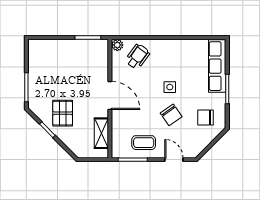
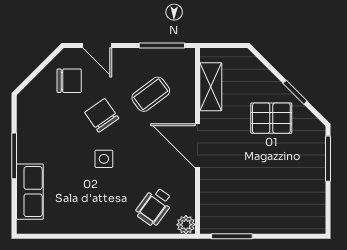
row of seats: (217, 66) -> (30, 192), width x0.68
pallet: (63, 113) -> (271, 118), turned 90
chair: (206, 118) -> (69, 81), moved
coffee table: (144, 143) -> (151, 94), moved, turned -37

